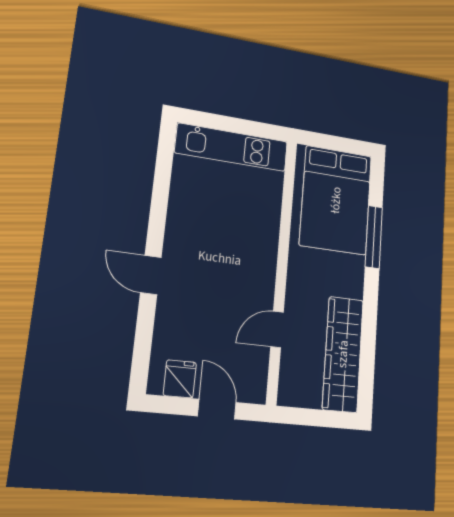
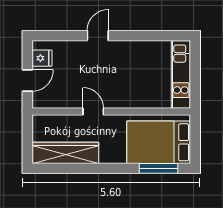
window: (374, 237) -> (159, 168), moved
door: (277, 329) -> (93, 112), moved

